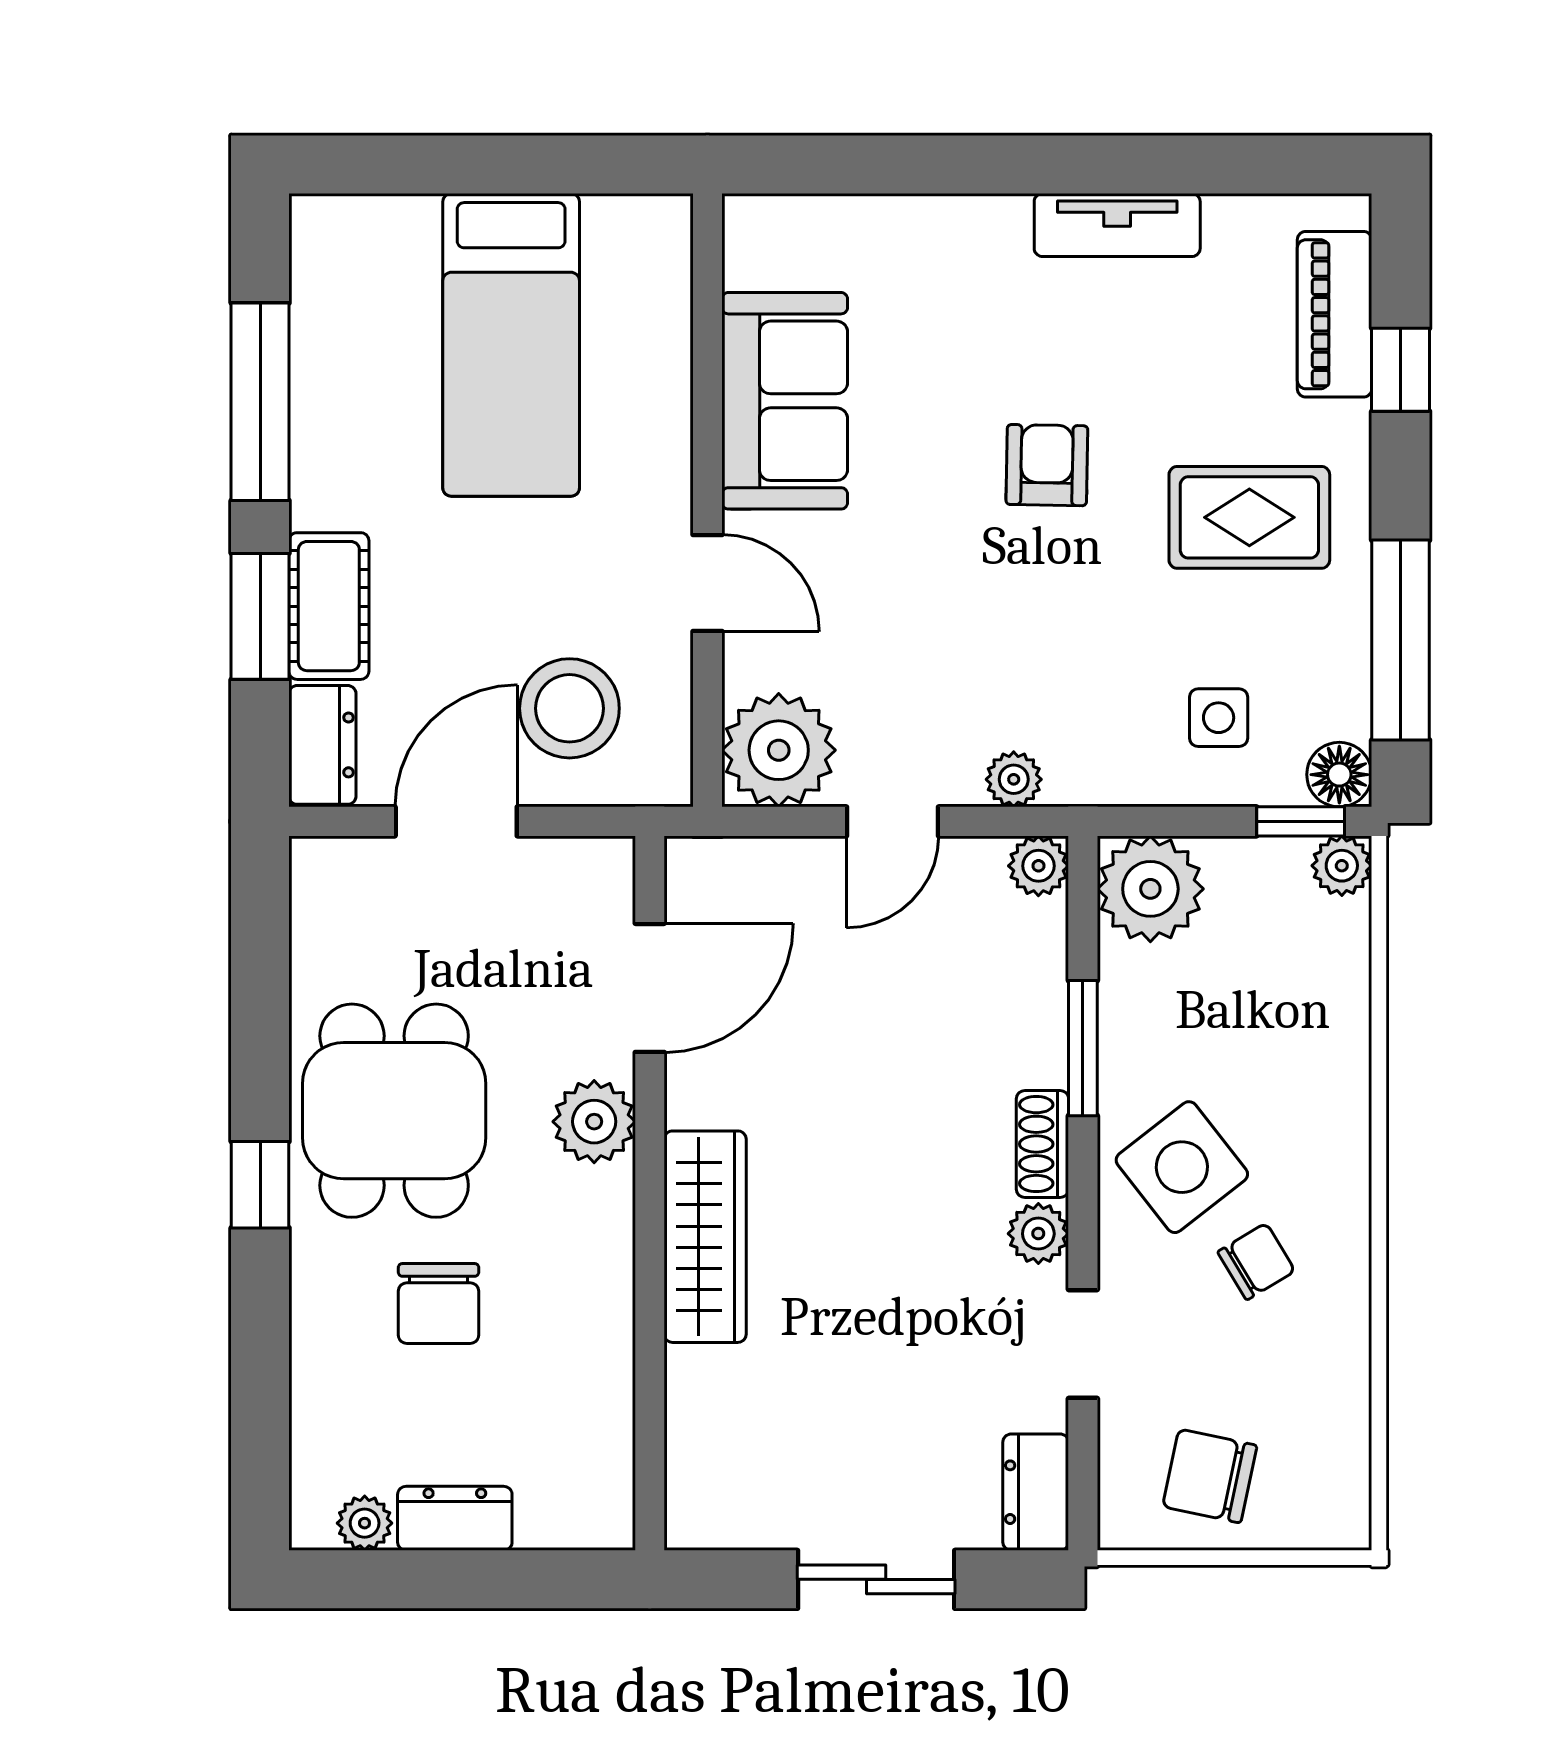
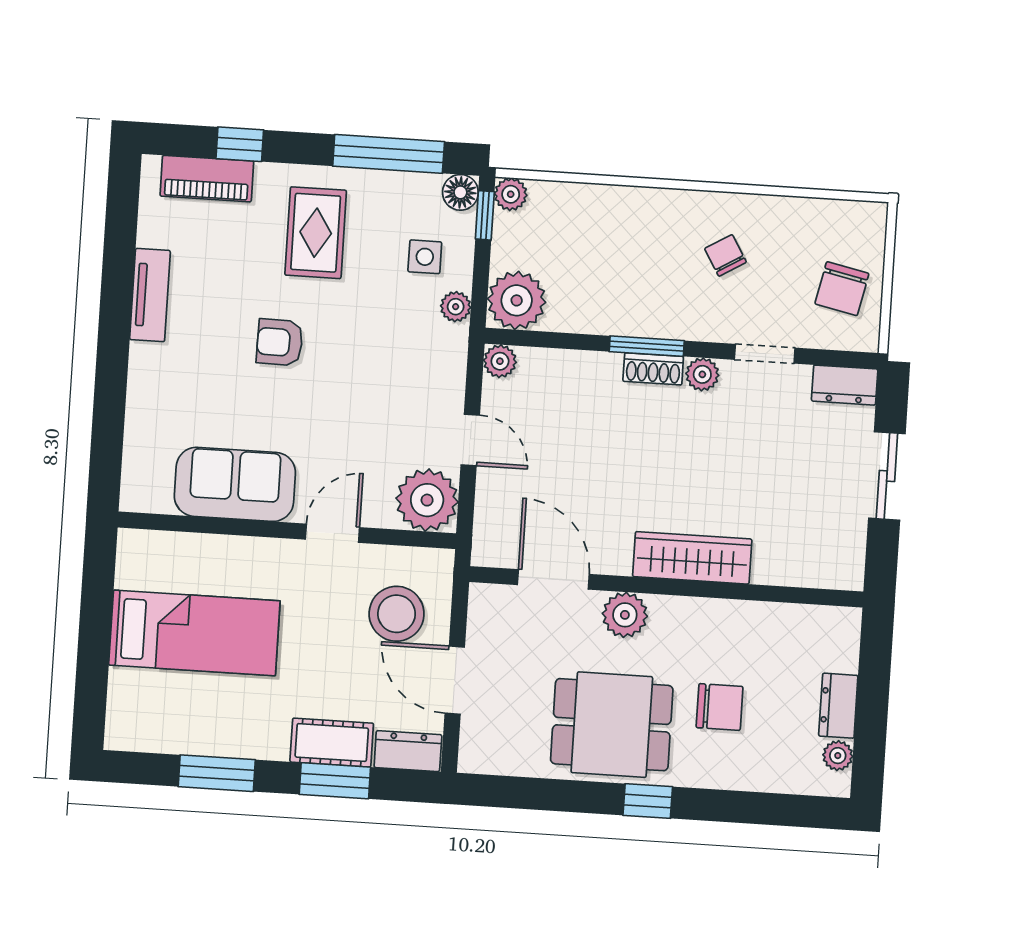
window: (260, 402) -> (217, 773), width x0.69
plant: (1014, 779) -> (456, 307), moved
window: (1083, 1048) -> (647, 346), moved
side table: (1182, 1167) -> (671, 293), removed

